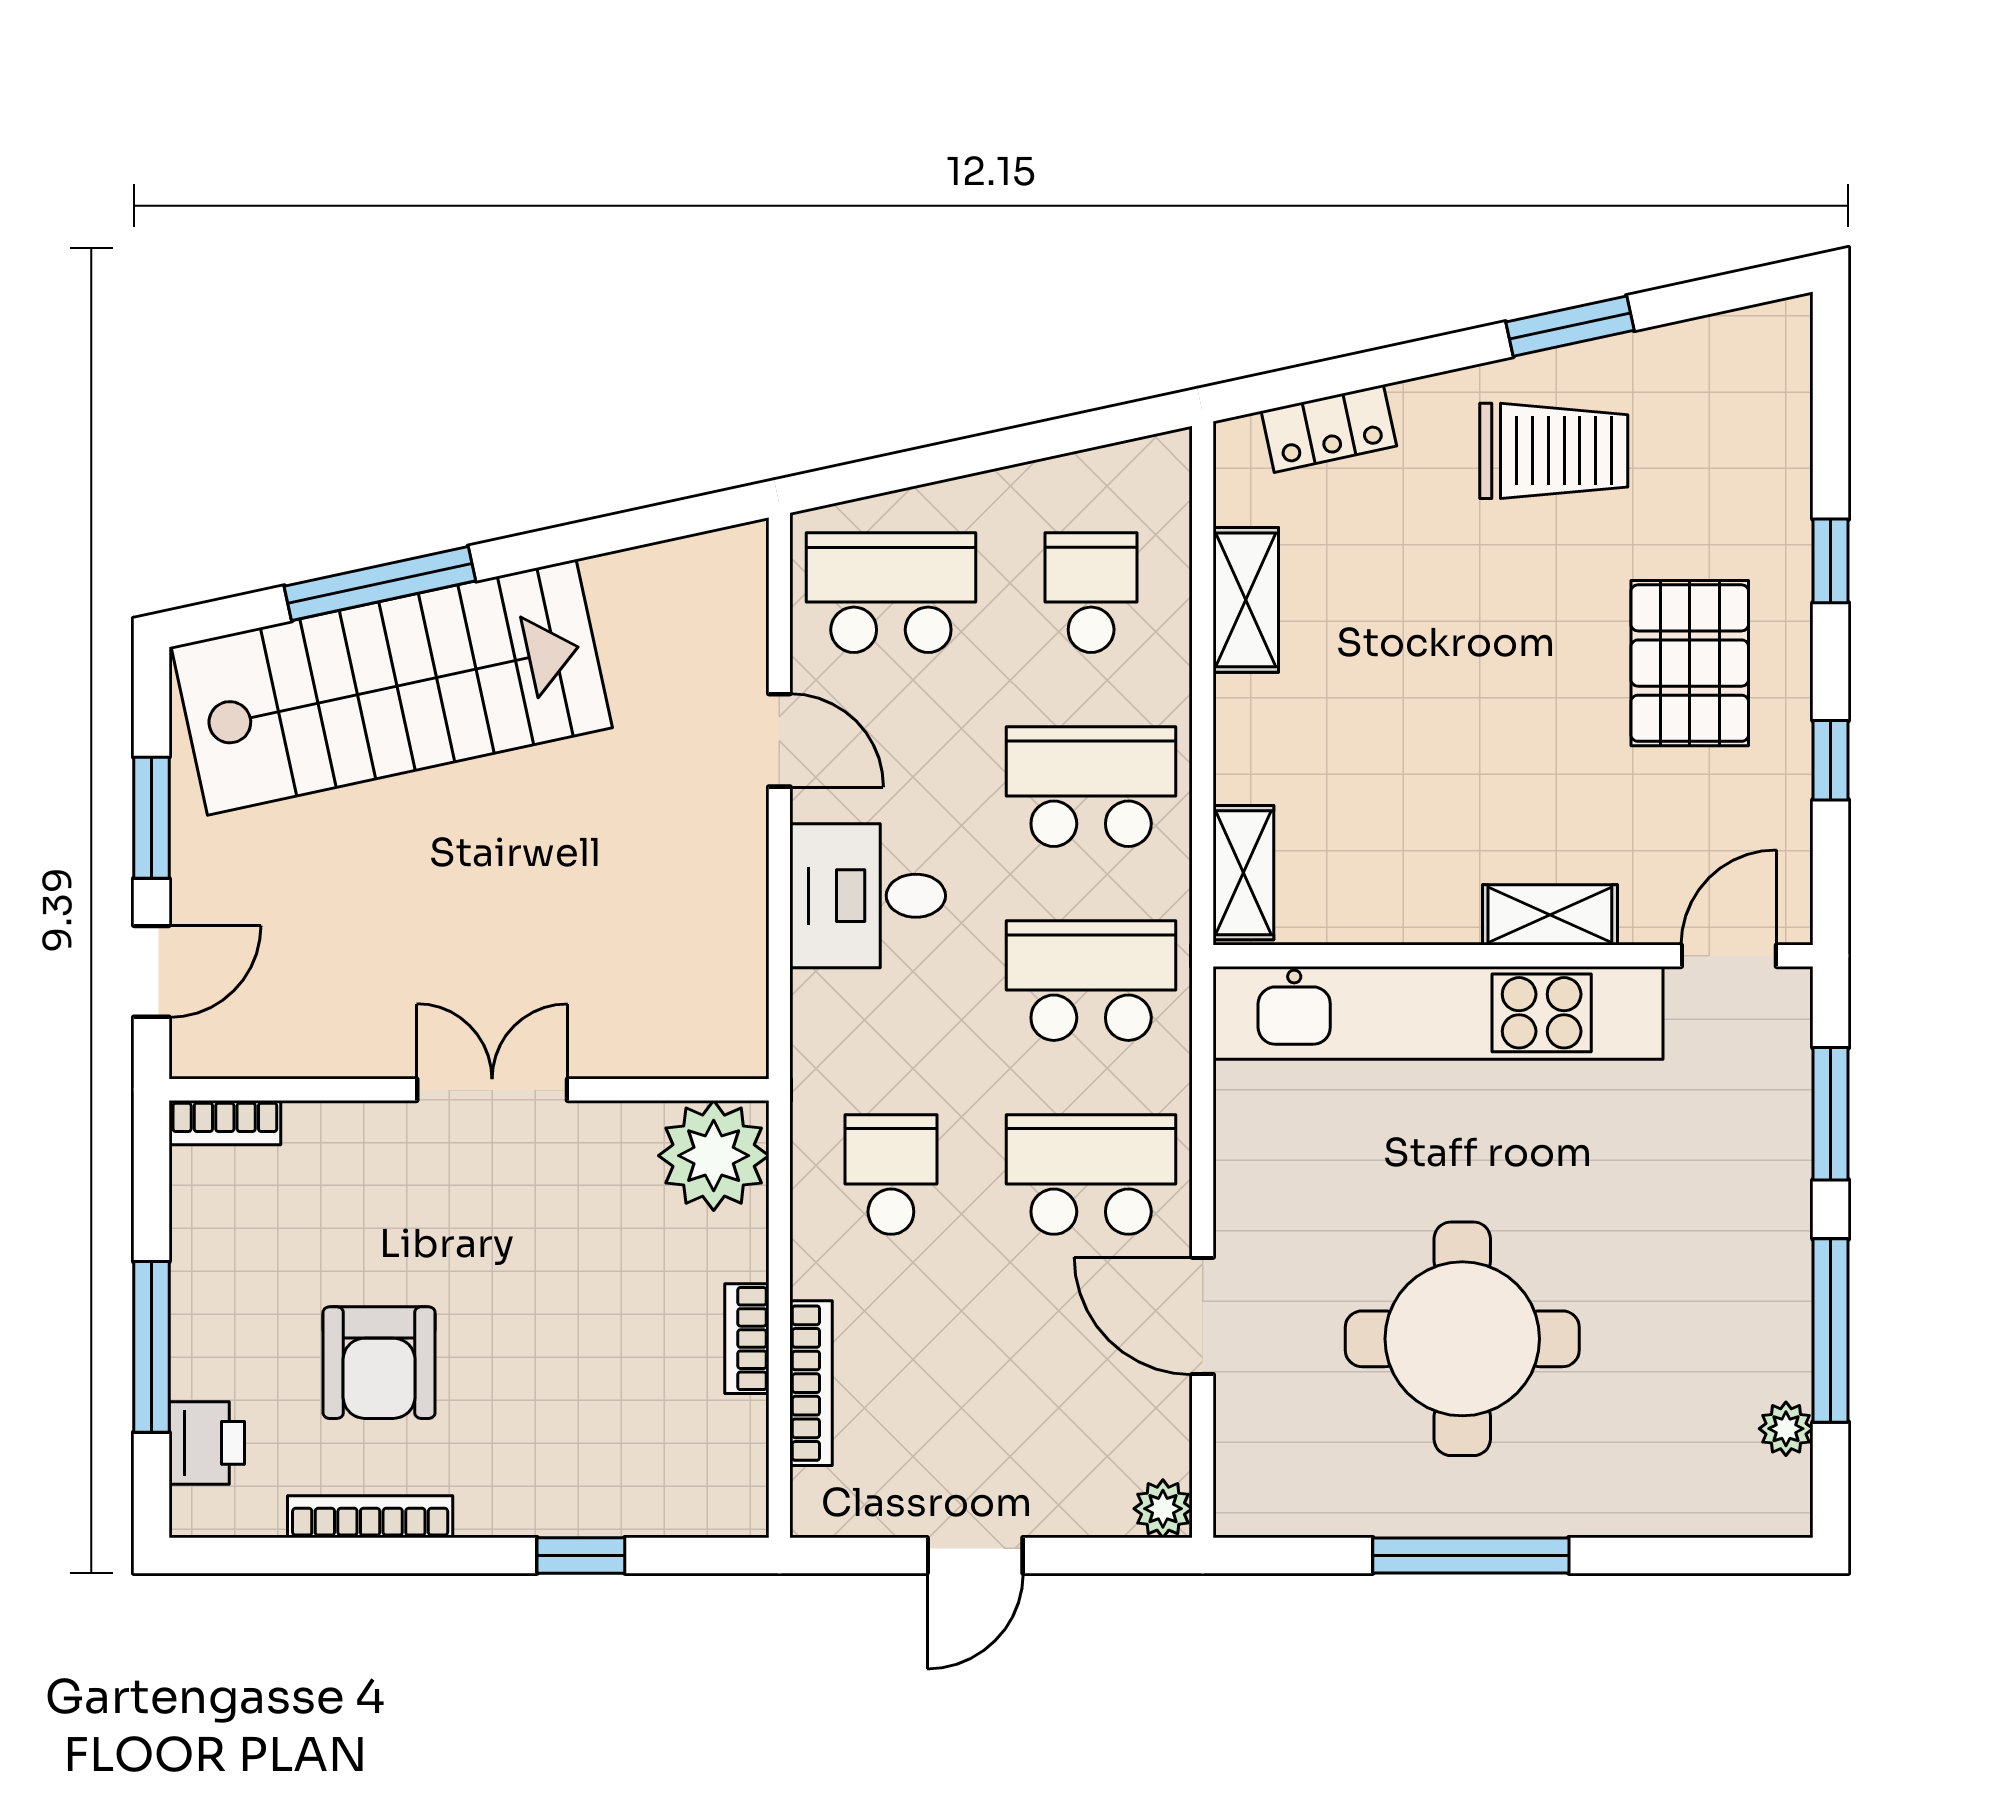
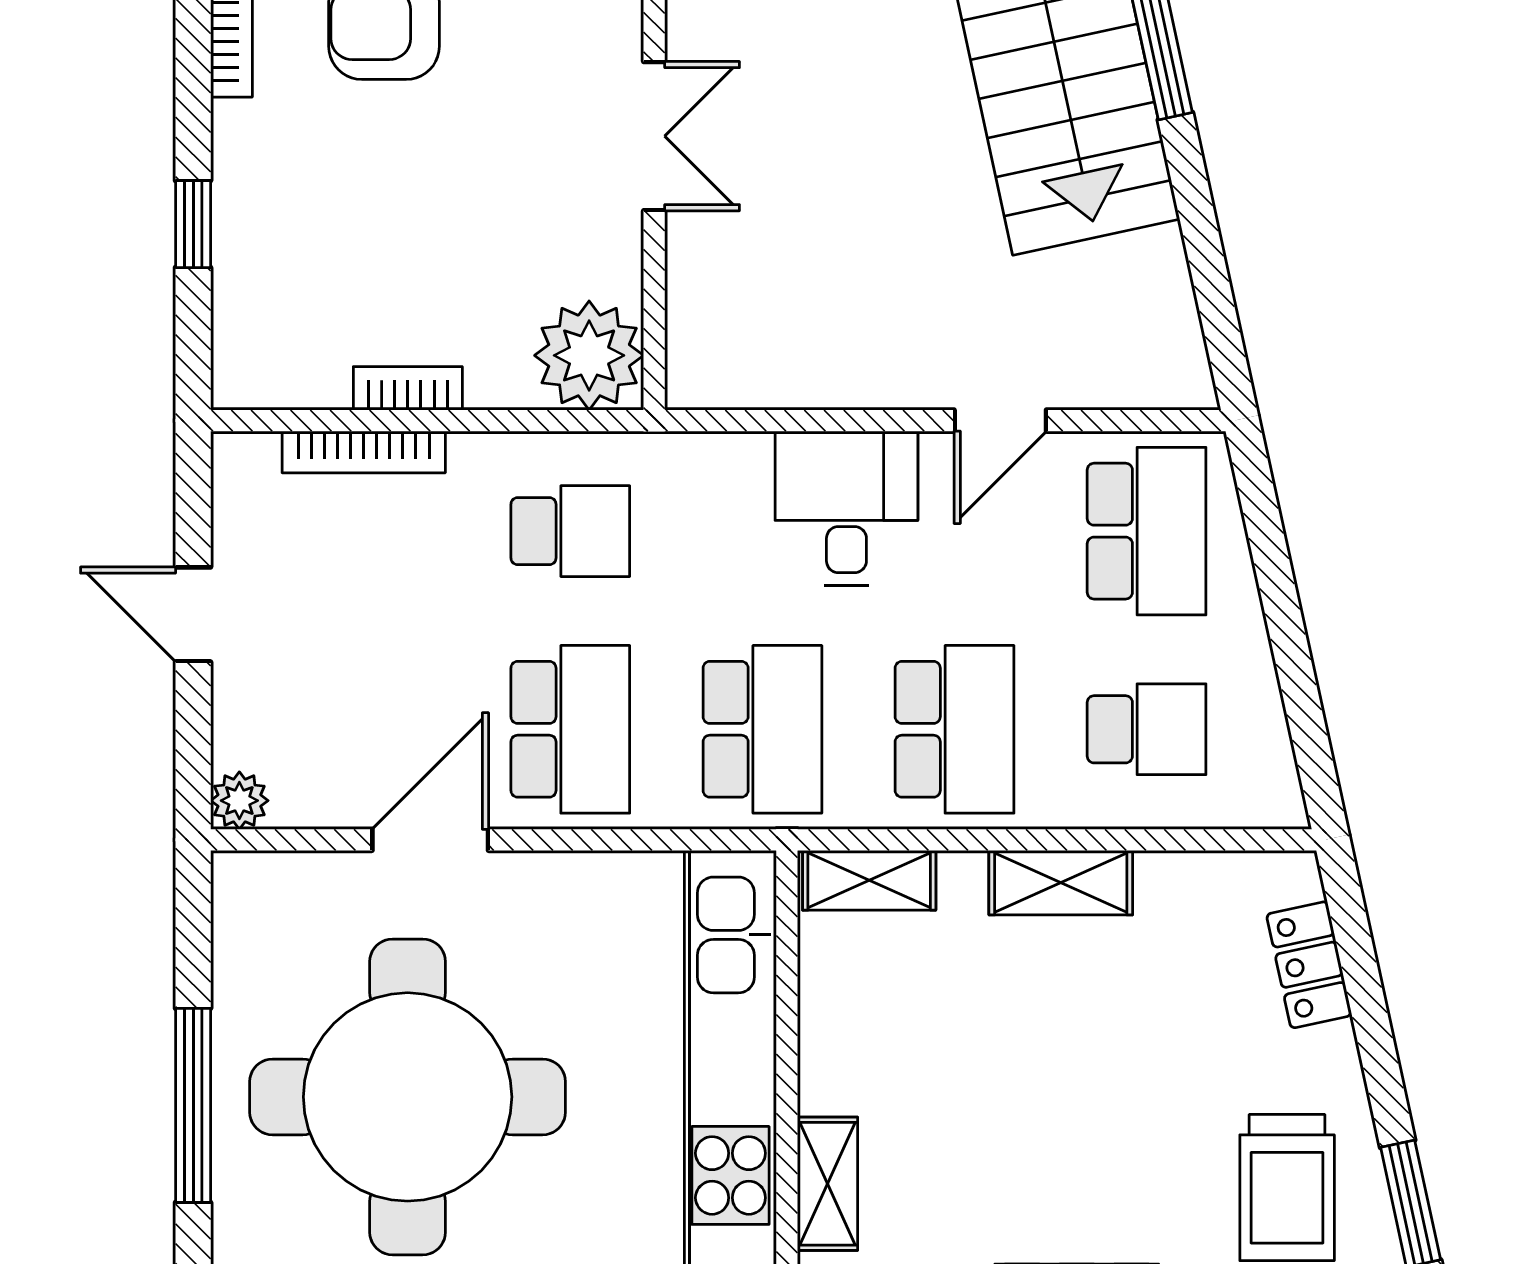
shelving: (1246, 600) -> (1061, 883), moved
round table: (1462, 1339) -> (408, 1097), width x1.36, depth x1.36

